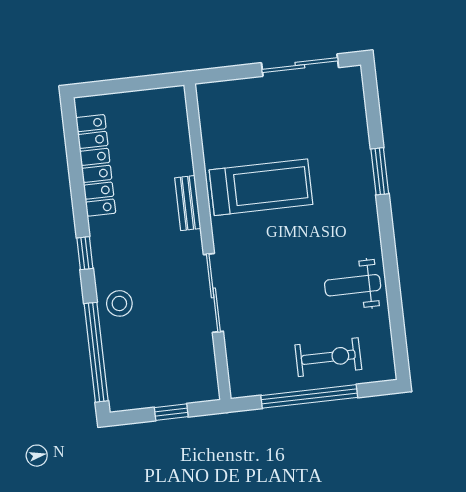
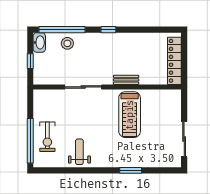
locker: (96, 165) -> (174, 61), moved, turned 90
stool: (119, 303) -> (67, 43), moved
window: (309, 396) -> (30, 141), moved
washbasin: (129, 397) -> (39, 42), added

